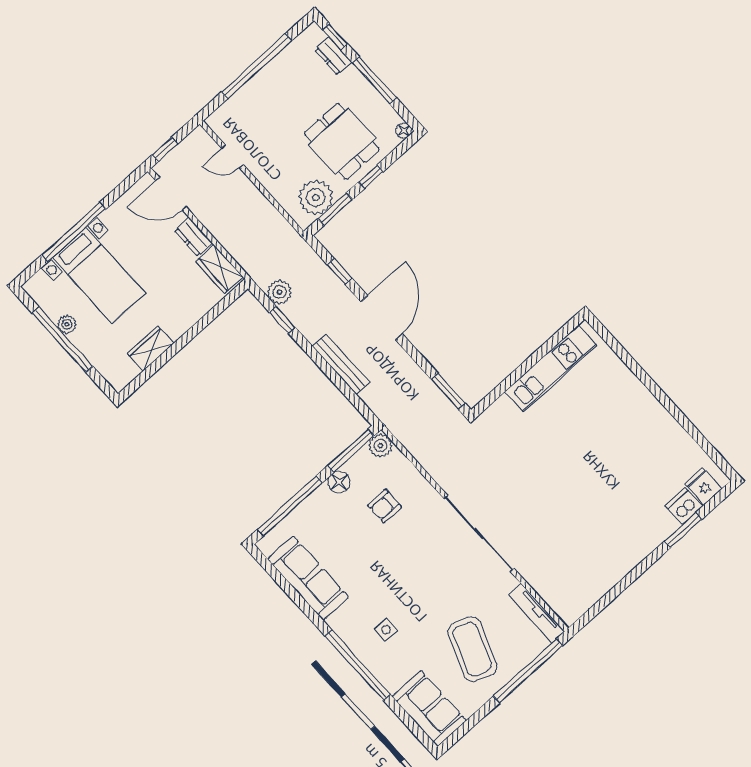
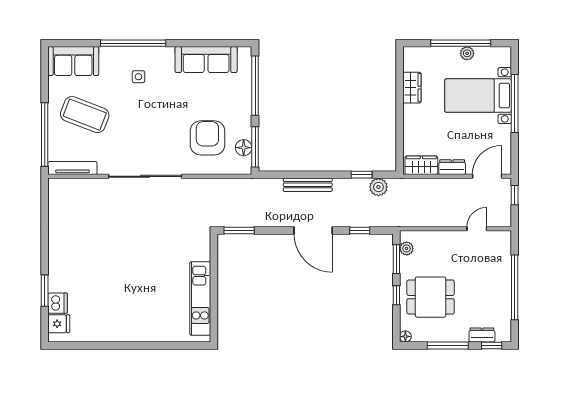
plant: (316, 197) -> (407, 248), width x0.53, depth x0.53
plant: (381, 446) -> (243, 166), removed
floor lamp: (339, 482) -> (244, 148), moved
armchair: (385, 506) -> (207, 138), width x1.88, depth x1.88

